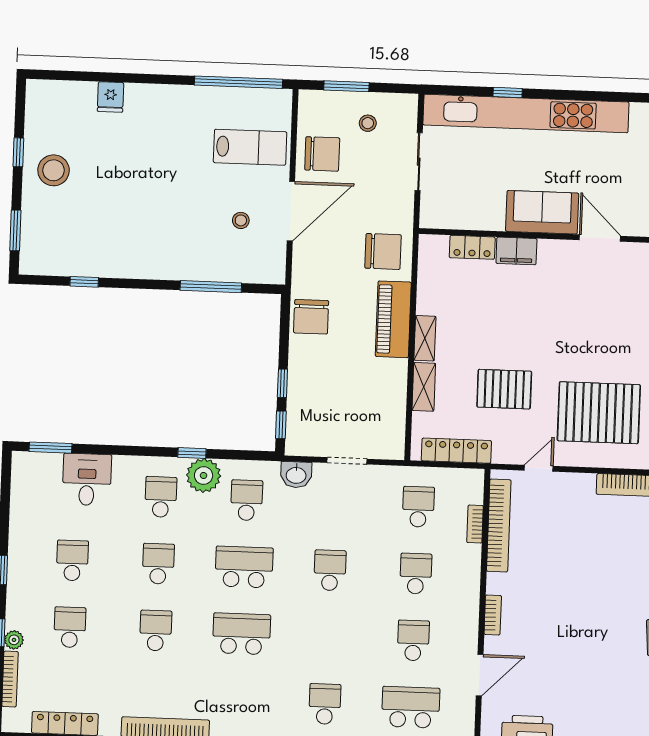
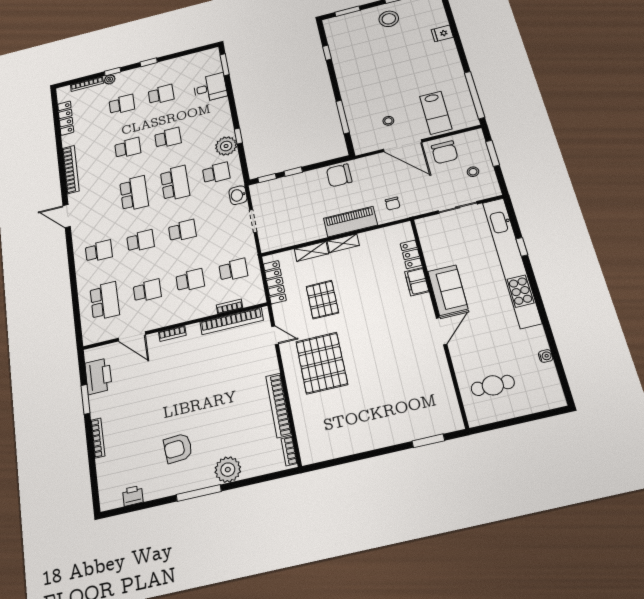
chair: (383, 251) -> (393, 204), width x0.54, depth x0.54
school desk: (161, 497) -> (140, 241), moved

